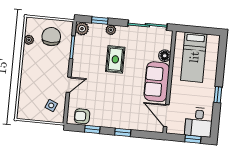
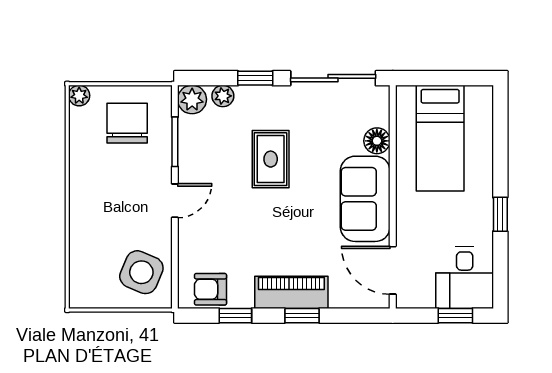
window: (100, 21) -> (255, 78), moved
plant: (111, 30) -> (223, 96), moved
plant: (29, 40) -> (79, 96), moved
door: (69, 85) -> (175, 201), moved
side table: (51, 105) -> (141, 272), width x1.87, depth x1.87
piano: (119, 121) -> (291, 292), added

